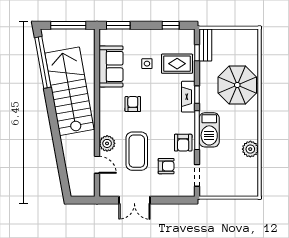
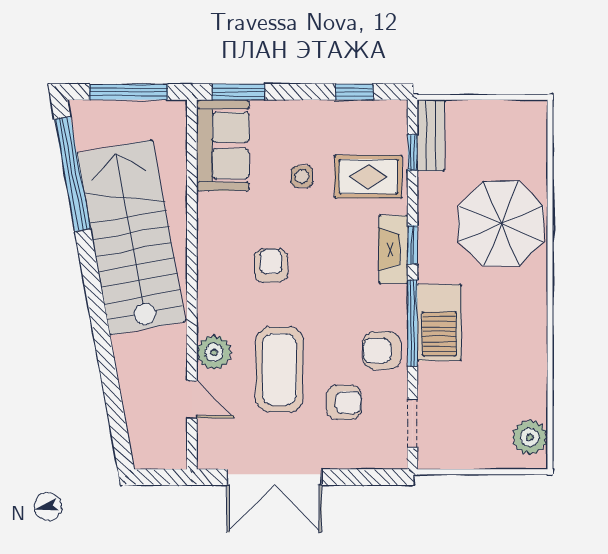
sofa: (111, 66) -> (223, 145), moved
armchair: (183, 143) -> (382, 351), turned 90
plant: (250, 149) -> (530, 437), moved
double door: (134, 200) -> (274, 477), width x1.37

